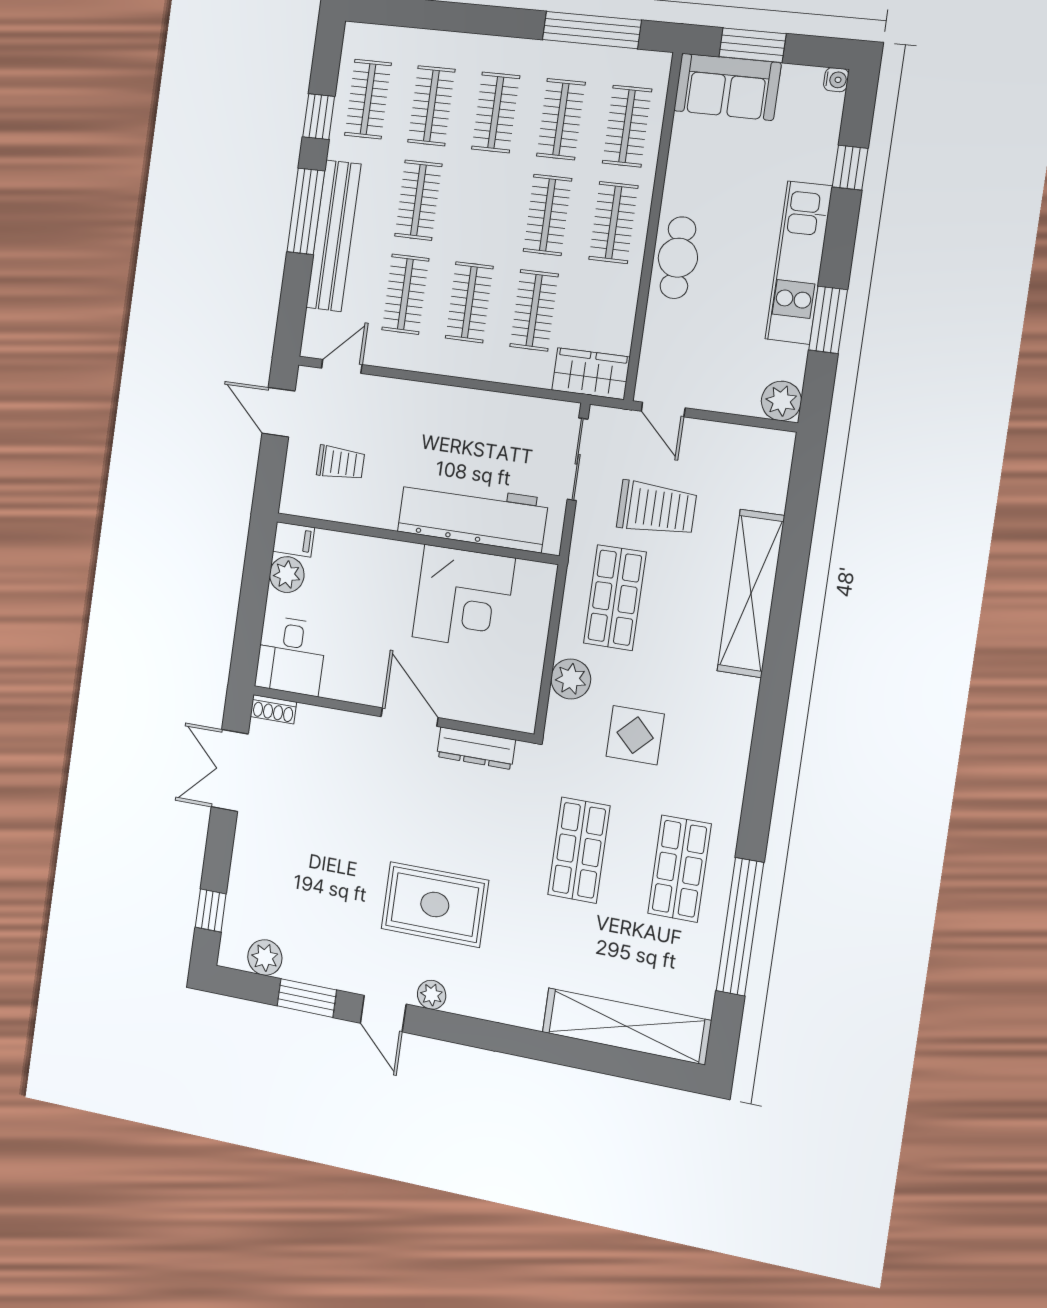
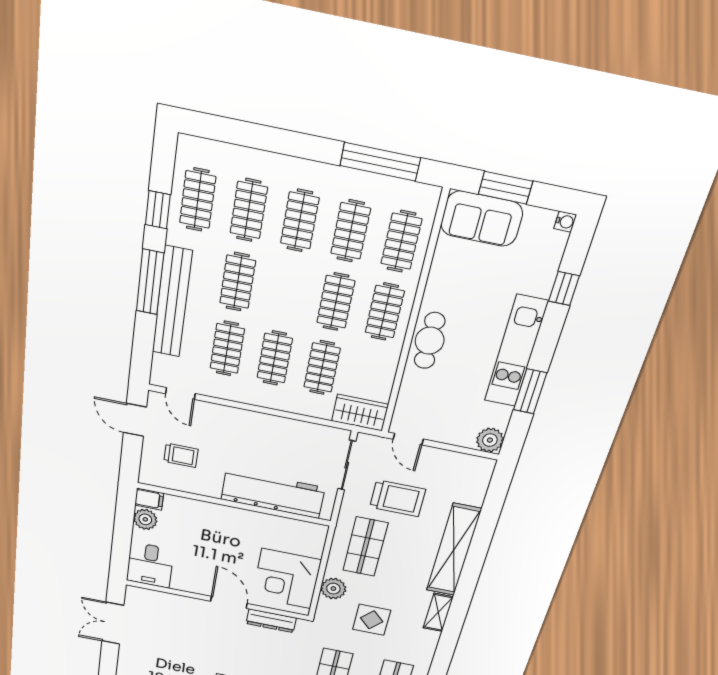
door: (342, 366) -> (180, 394), swing flipped
corner desk: (464, 598) -> (286, 579), moved, turned 90
shoe rack: (273, 709) -> (140, 593), removed
shelving: (740, 713) -> (438, 612), added

